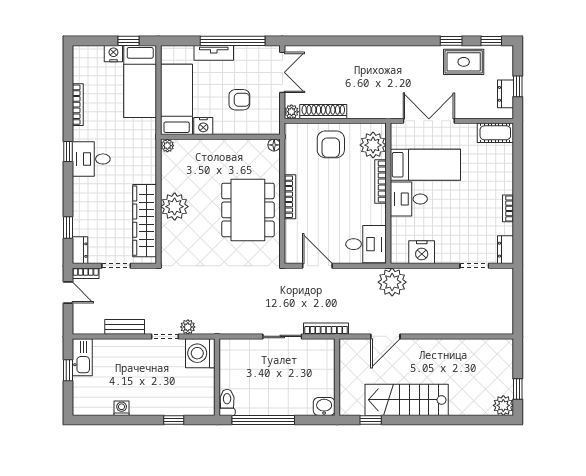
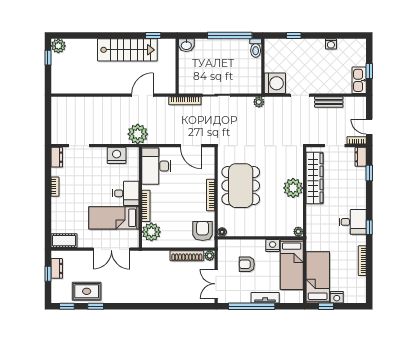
armchair: (331, 144) -> (203, 231), moved
desk: (366, 244) -> (156, 166), width x1.37
plant: (188, 327) -> (259, 102), moved

